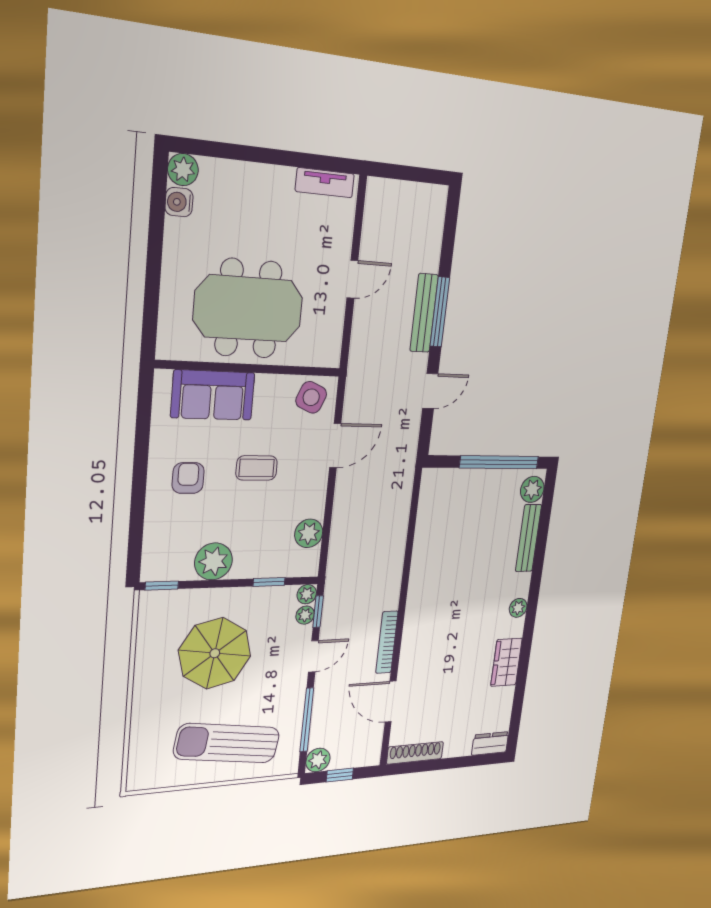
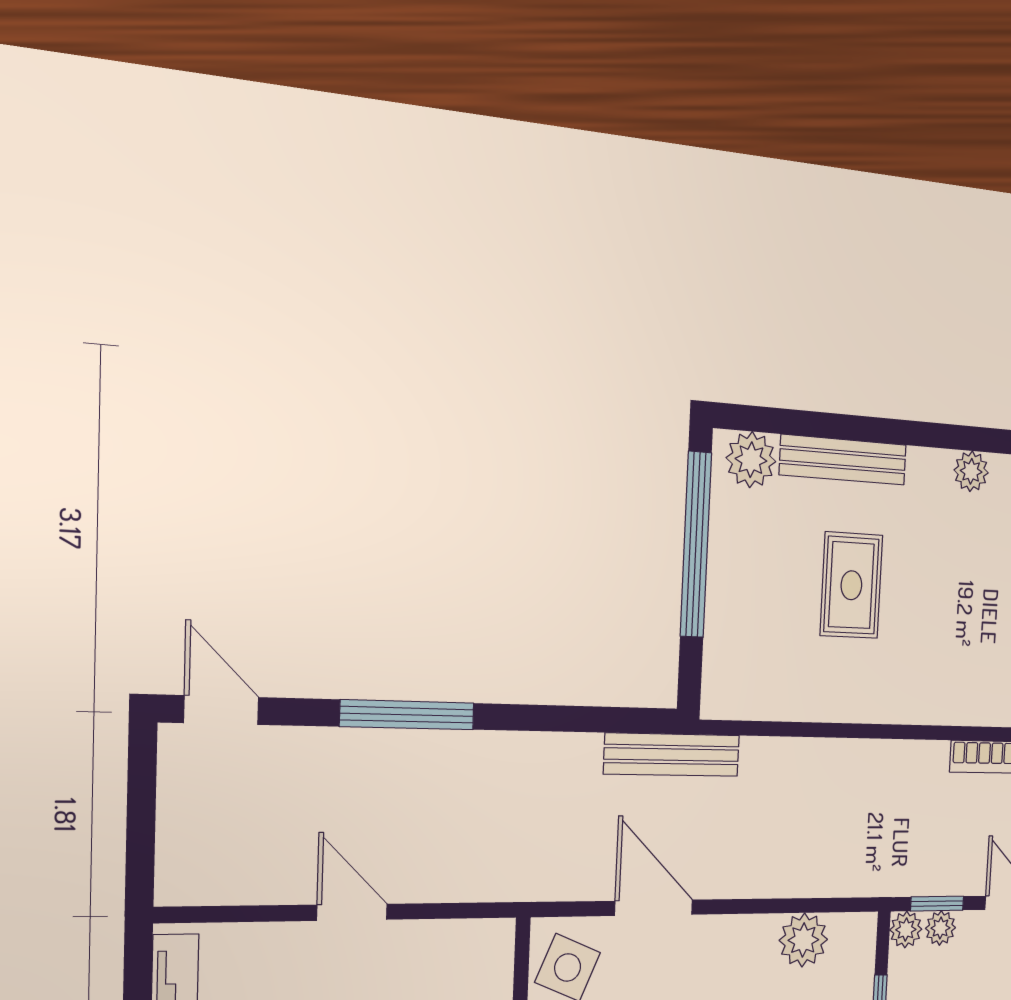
bench: (424, 313) -> (672, 755), moved
door: (430, 391) -> (221, 710), moved
rug: (474, 547) -> (851, 585), added

